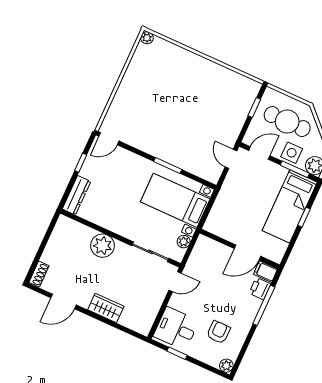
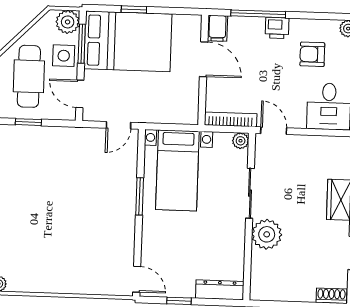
door: (231, 159) -> (119, 125), moved
bed: (290, 206) -> (128, 41), width x1.50
plant: (184, 242) -> (241, 141), moved
sliding door: (150, 252) -> (250, 193), moved
bookcase: (196, 254) -> (231, 119), added
printer: (260, 289) -> (277, 28), moved

